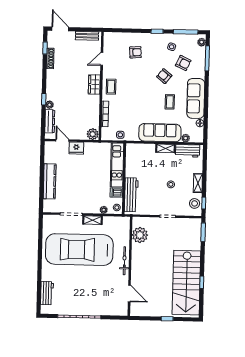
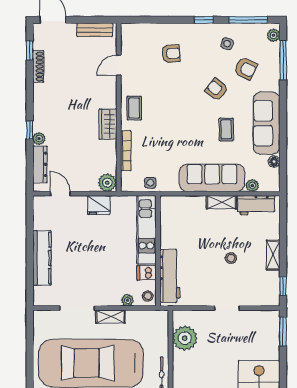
wardrobe: (94, 84) -> (108, 124), moved
fridge: (76, 148) -> (99, 205), moved
stool: (195, 203) -> (269, 287), removed

